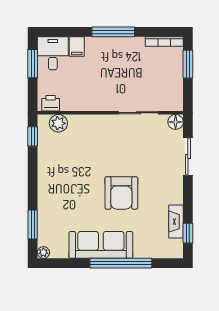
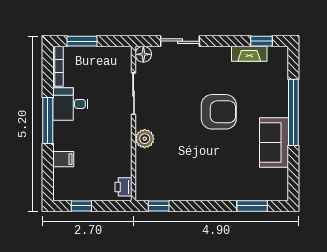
desk: (53, 53) -> (70, 104), moved
window: (33, 64) -> (81, 206), width x0.67
plant: (58, 123) -> (145, 139), moved
sofa: (101, 245) -> (274, 143), width x0.73
plant: (43, 252) -> (282, 195), removed

